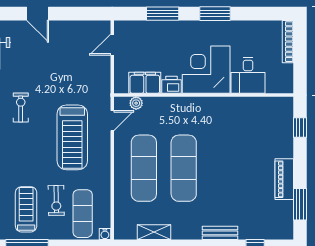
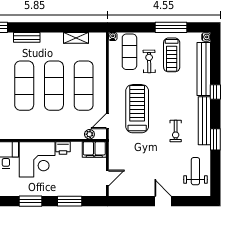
filing cabinet: (145, 83) -> (94, 149), moved
exercise mat: (223, 168) -> (24, 86), added

